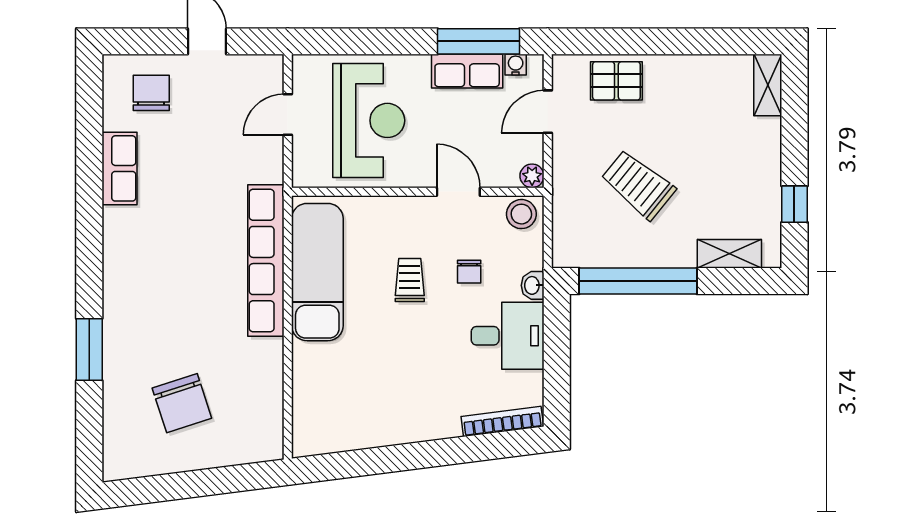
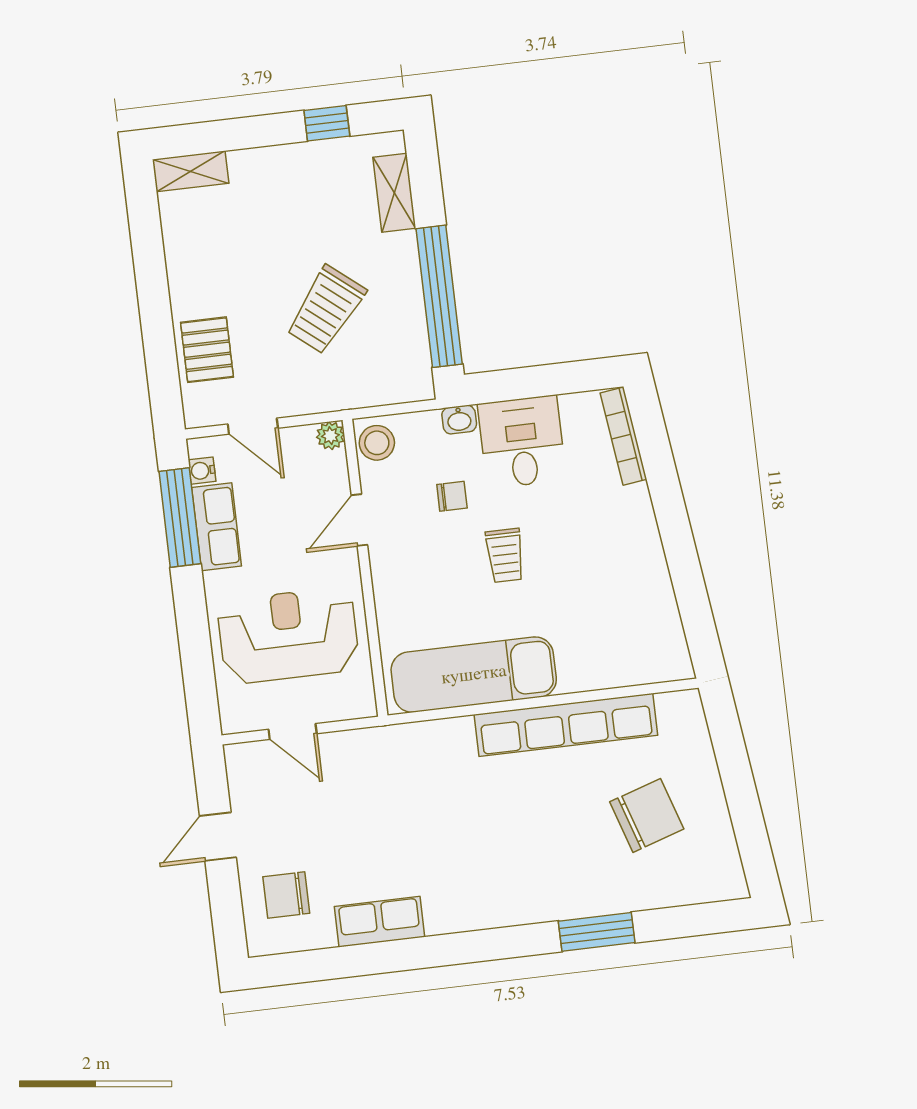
row of seats: (266, 260) -> (566, 725), moved
trolley: (410, 280) -> (505, 555), moved, turned -90

